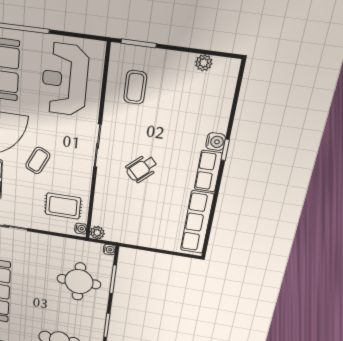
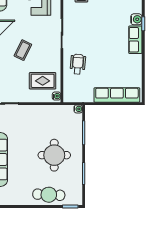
wheelchair: (142, 168) -> (78, 64), moved, turned 138
row of seats: (197, 222) -> (117, 95), moved, turned 90
plant: (97, 233) -> (68, 97), removed
round table: (79, 282) -> (54, 155), moved

